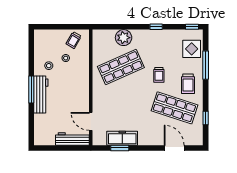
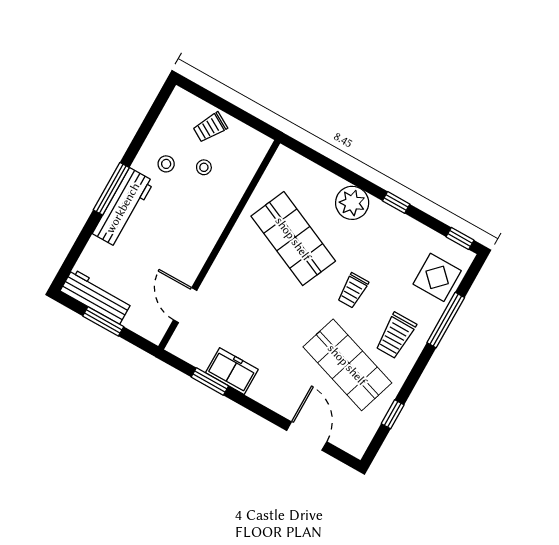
plant: (124, 38) -> (352, 203), moved
trolley: (74, 40) -> (210, 127), moved
shop shelf: (121, 67) -> (293, 239), turned 48
freezer: (122, 138) -> (232, 371), width x0.71
workbench: (72, 139) -> (96, 296), moved
window: (60, 148) -> (103, 321), added

